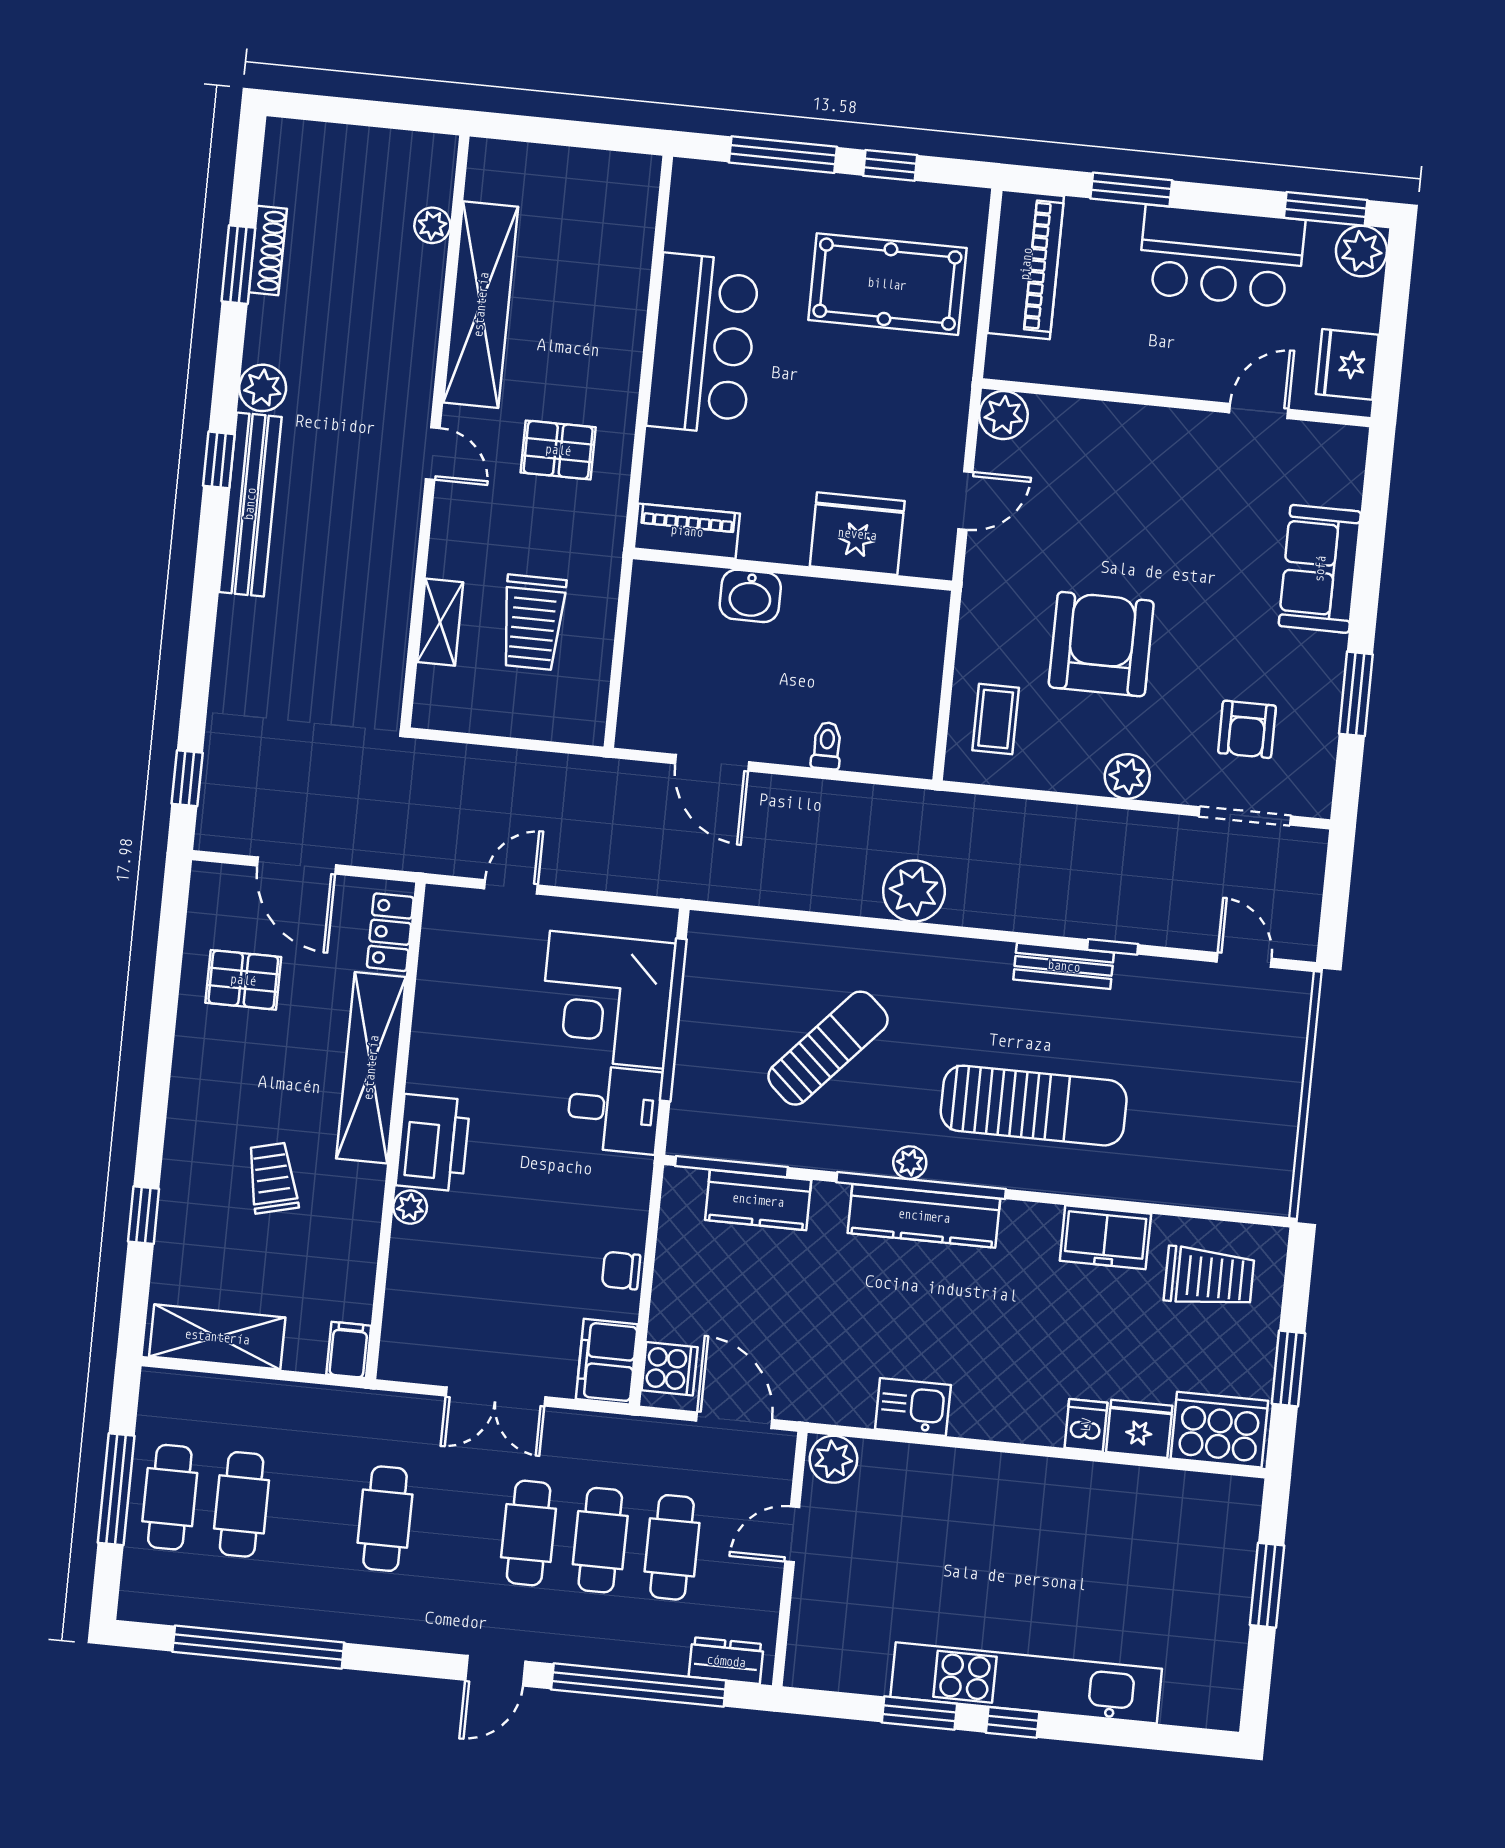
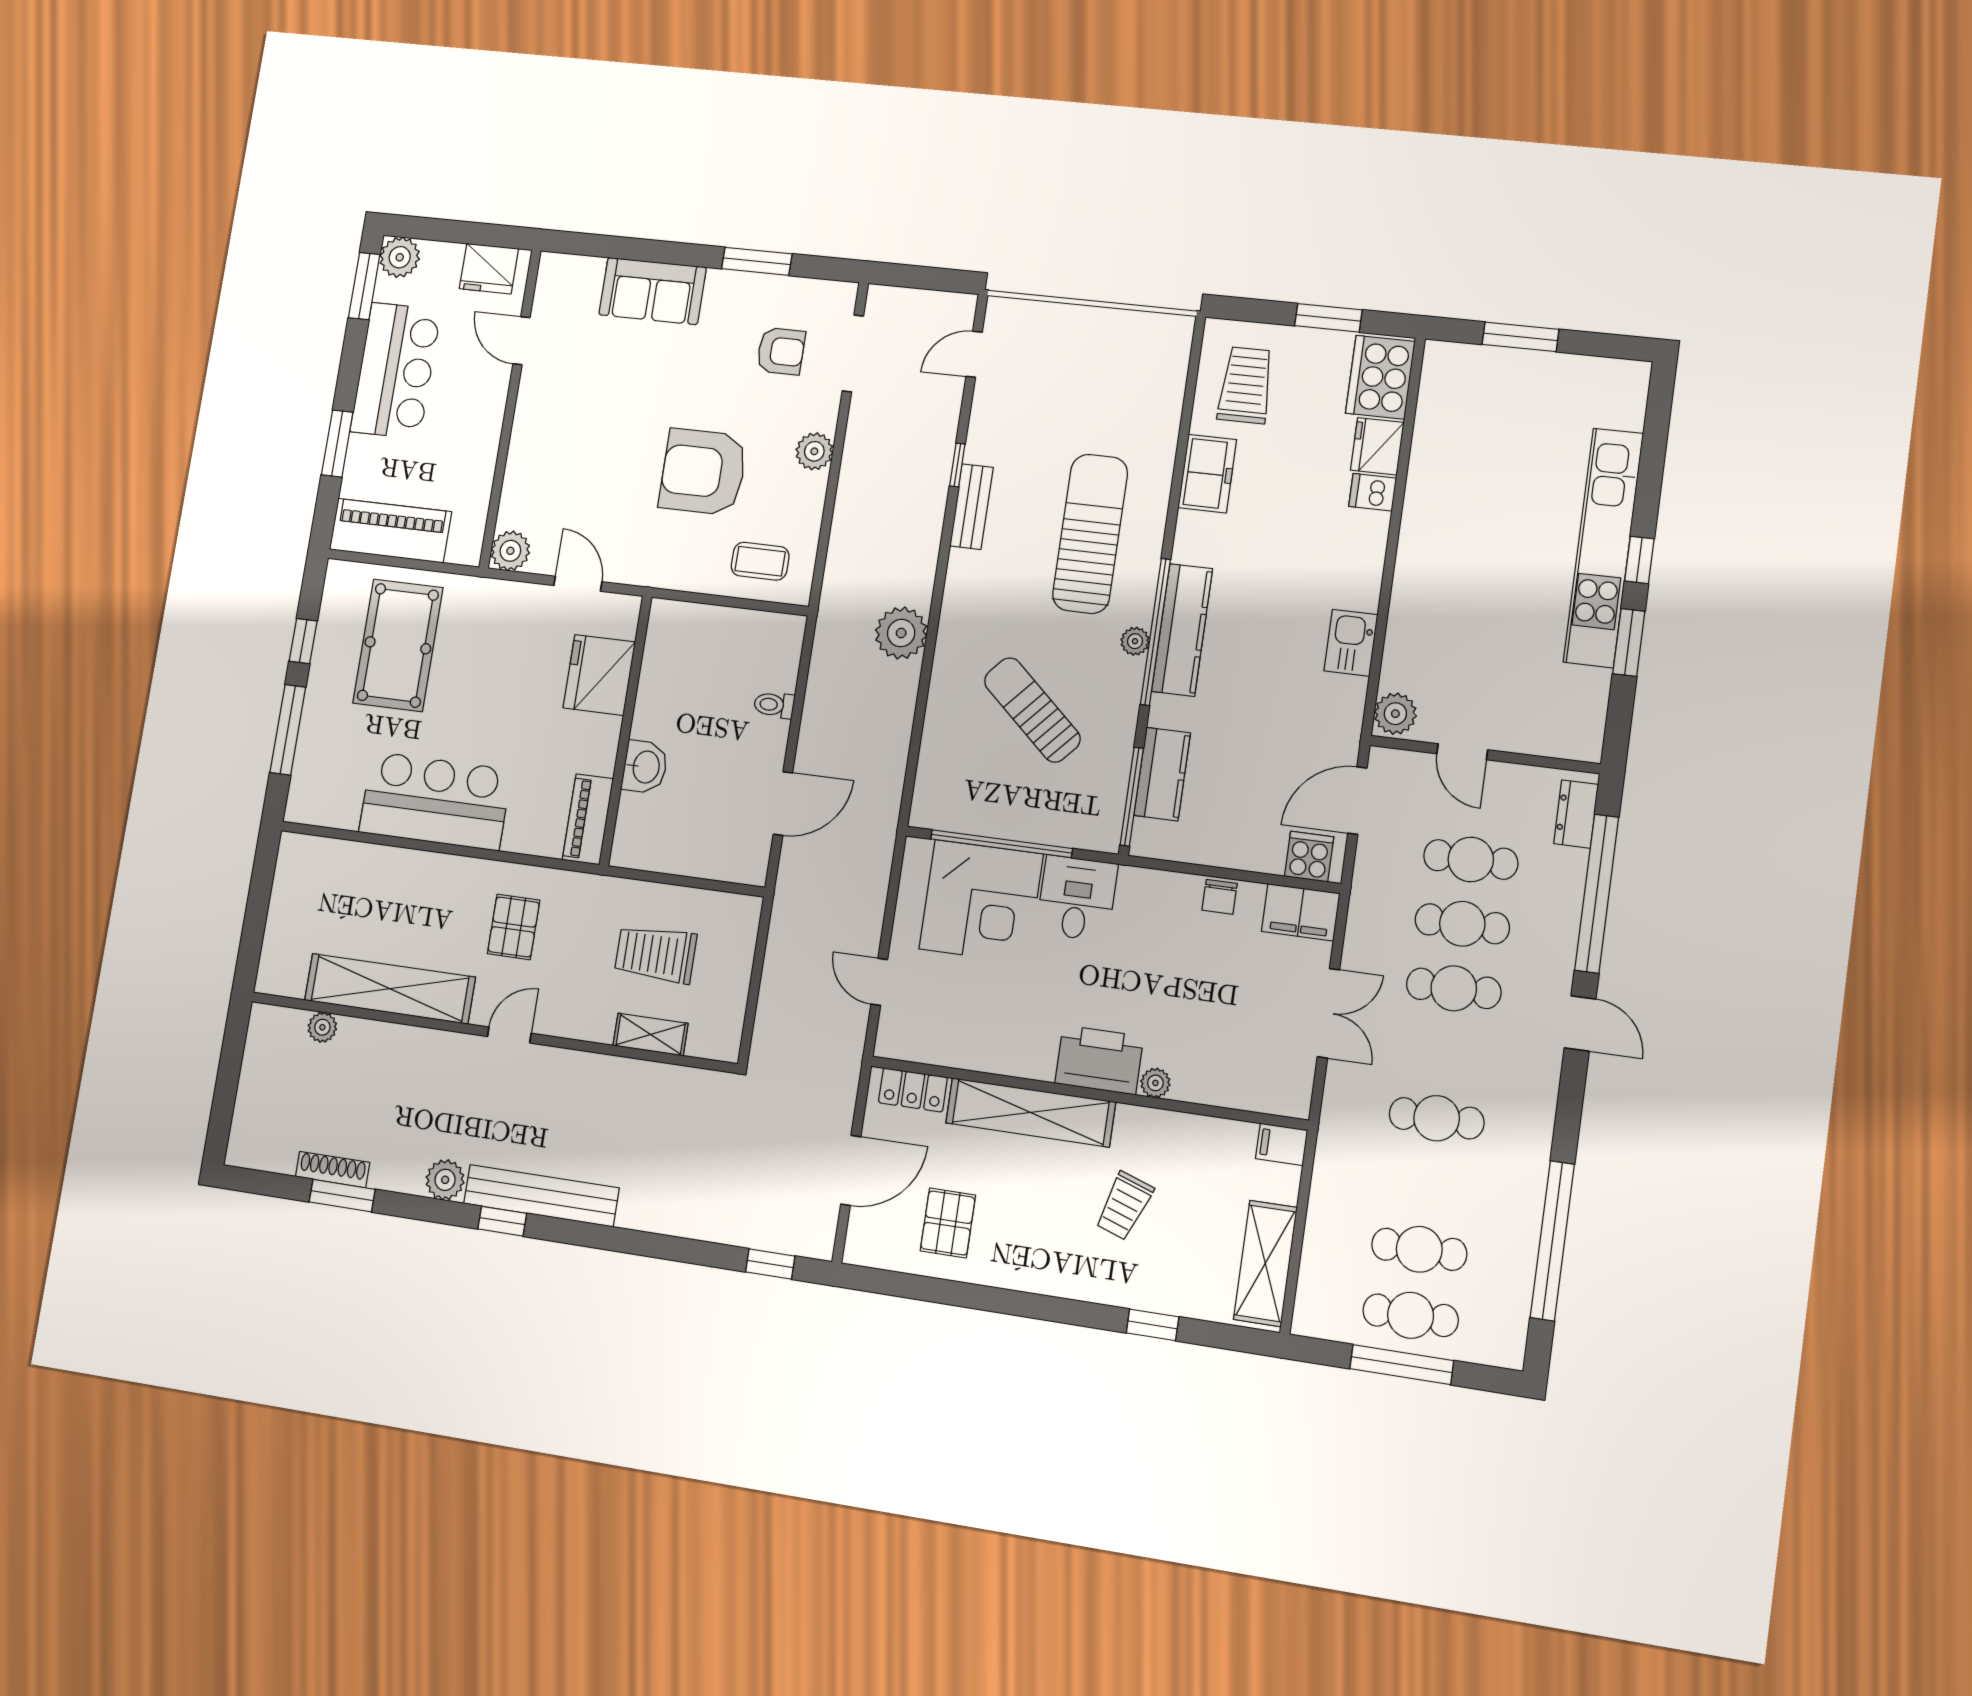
trolley: (533, 622) -> (656, 954), turned 180
trolley: (272, 1178) -> (1124, 1206), turned -57

